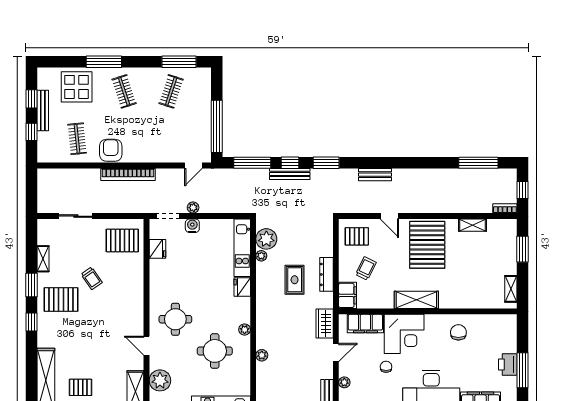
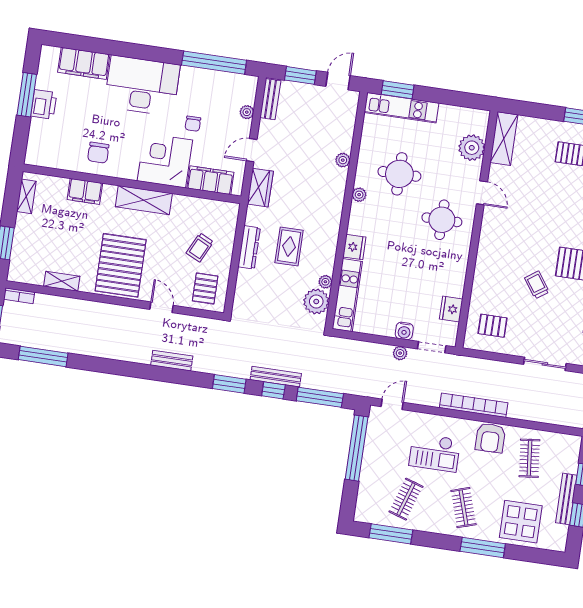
checkout: (154, 132) -> (435, 453), added
pallet: (357, 236) -> (205, 288), turned 90
pallet: (122, 240) -> (493, 326), width x0.67, depth x0.71
filing cabinet: (348, 295) -> (85, 191), moved, turned -90

